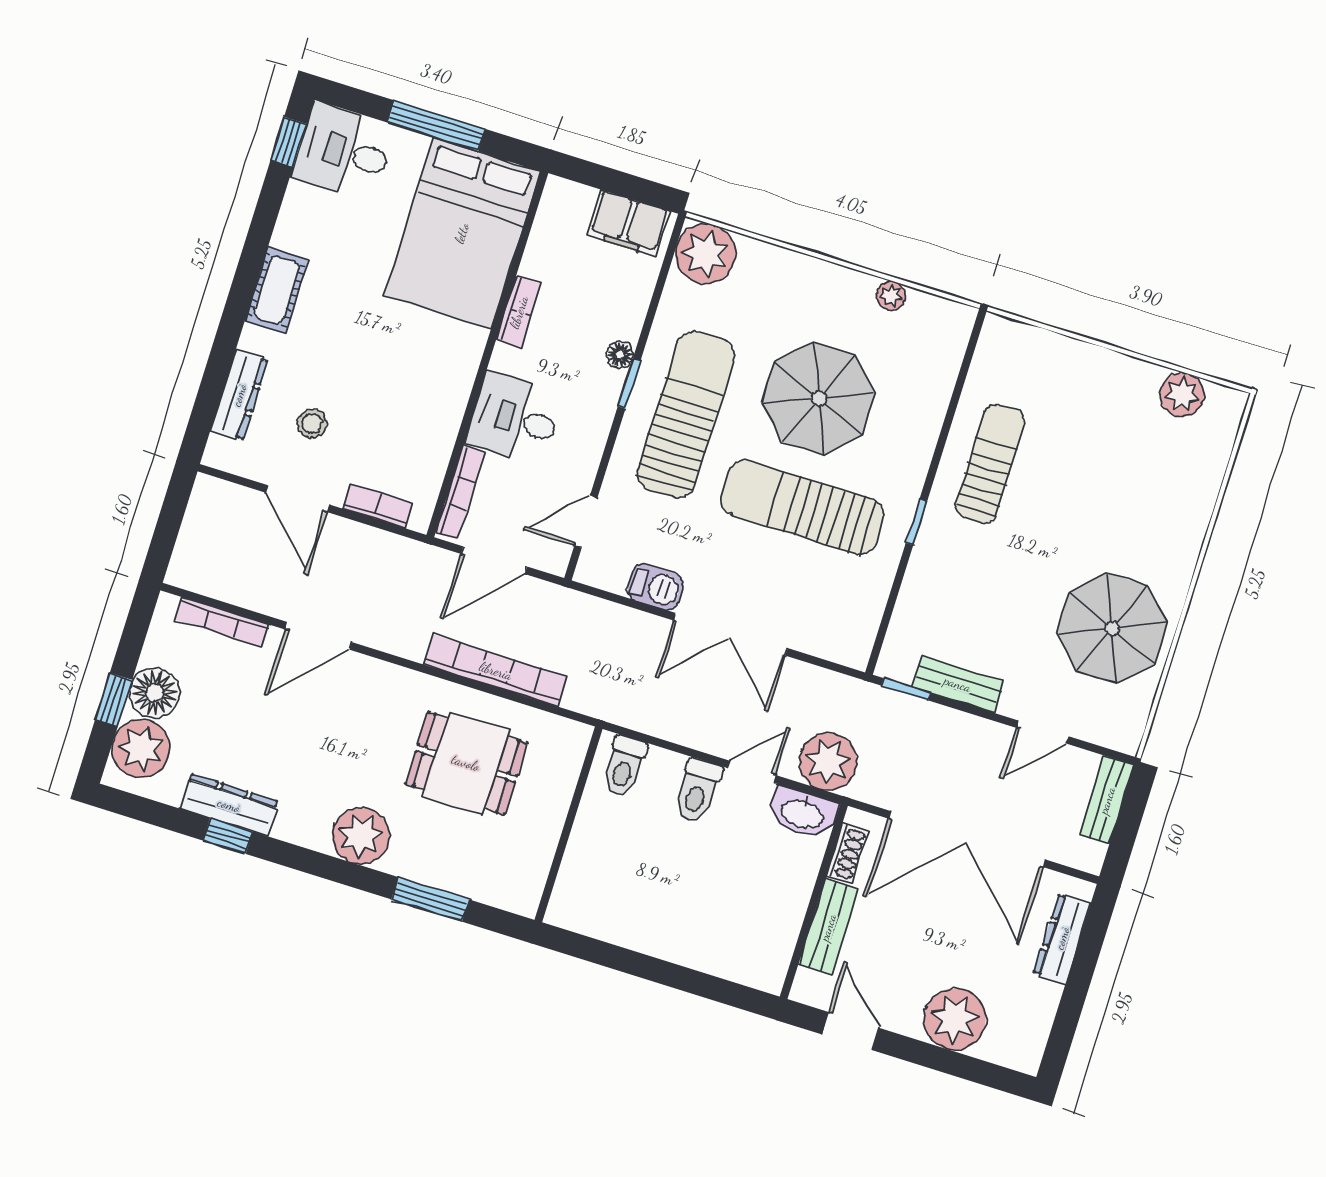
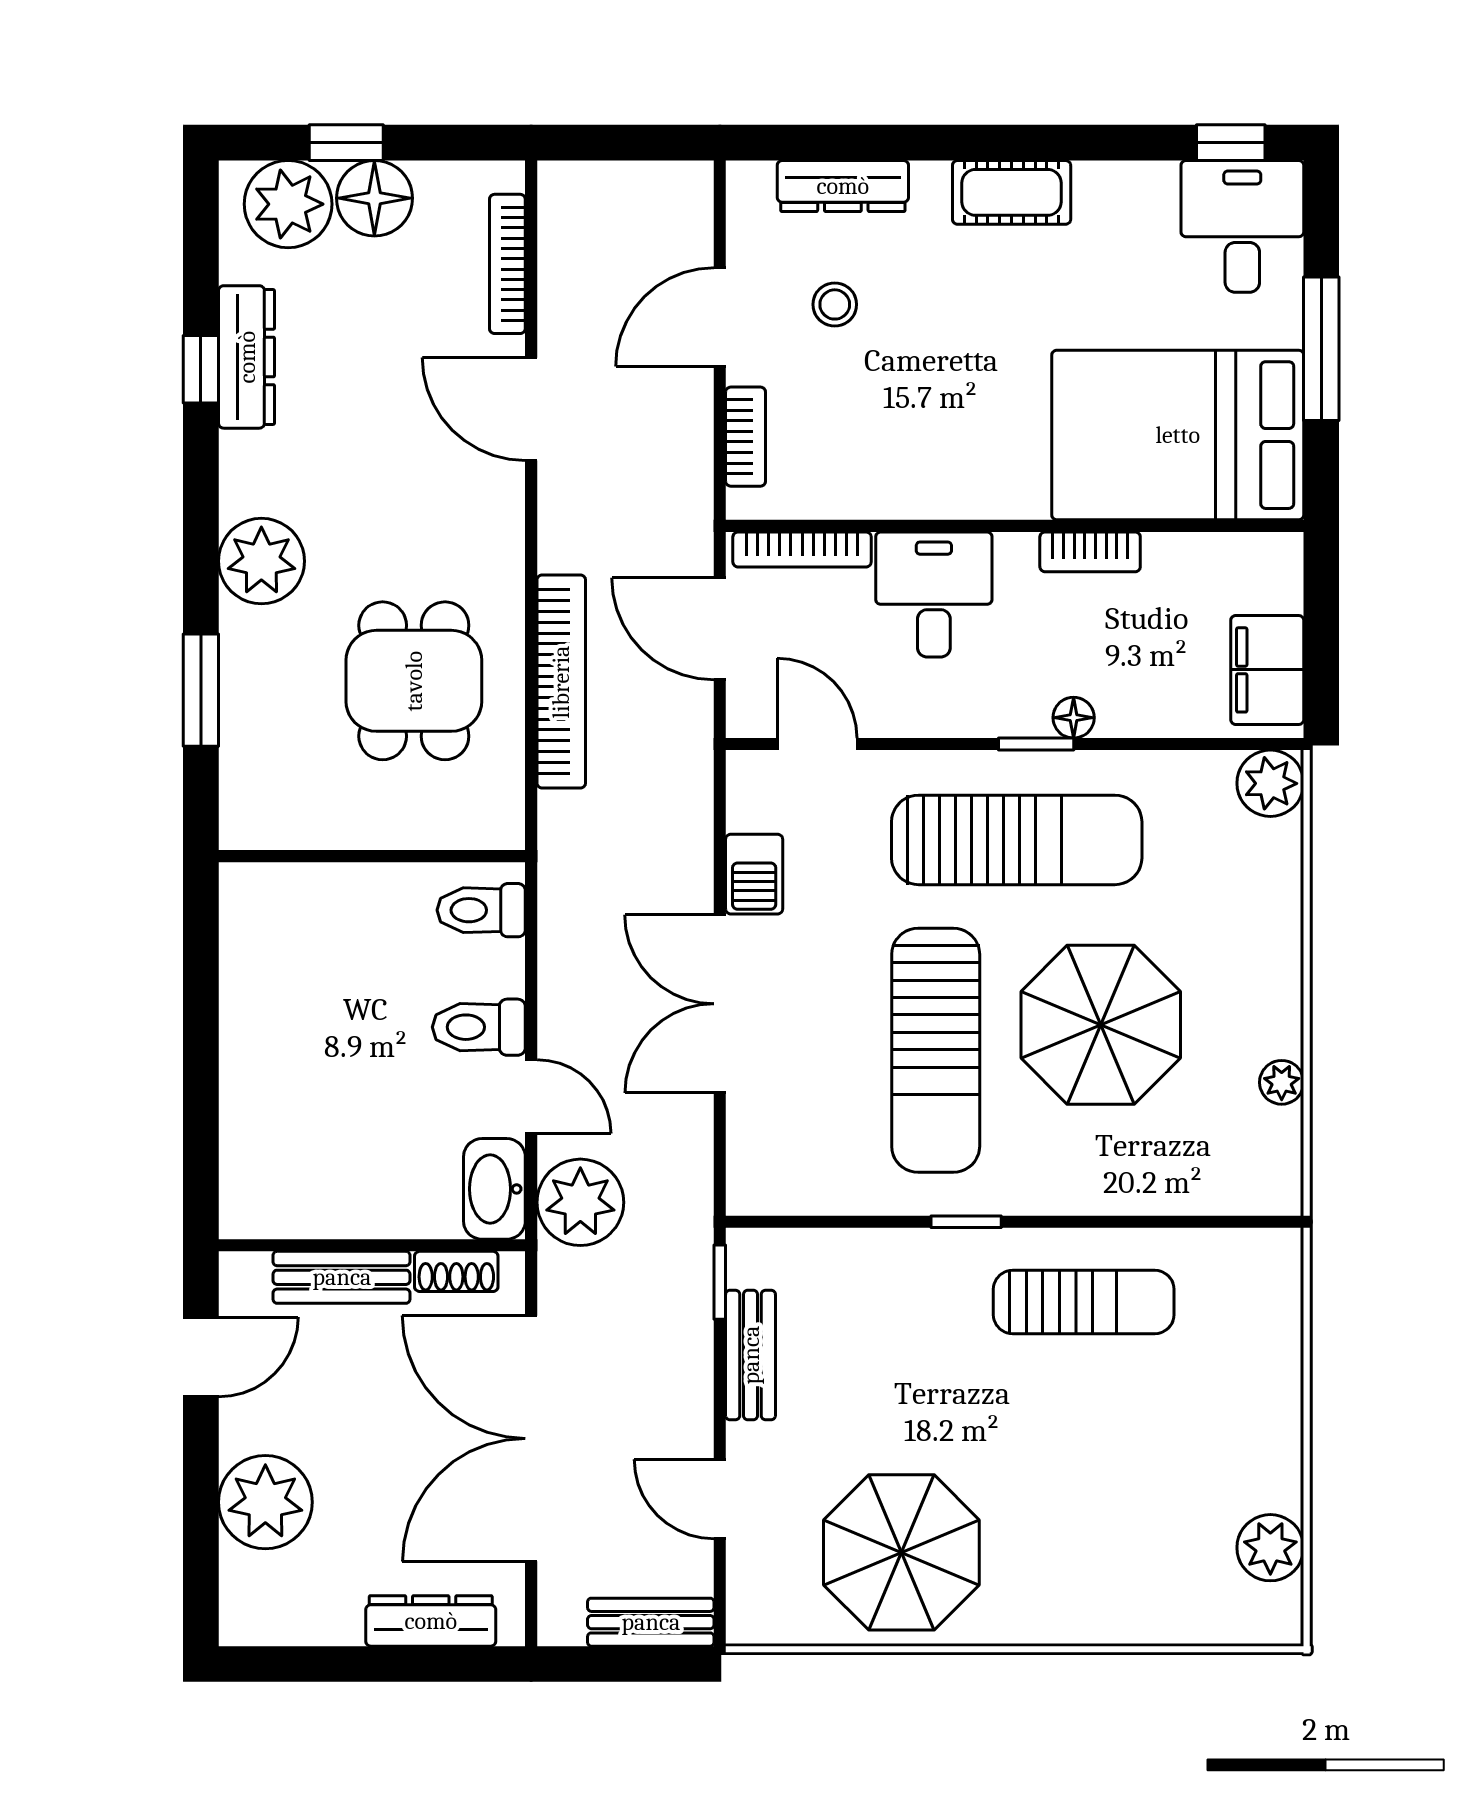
plant: (705, 254) -> (1270, 783), width x0.73, depth x0.73
sun lounger: (802, 507) -> (936, 1050), turned 180

